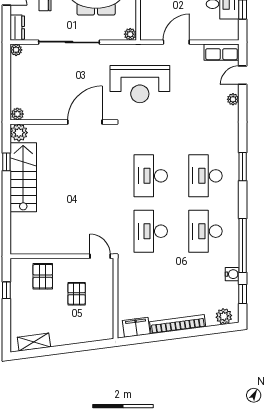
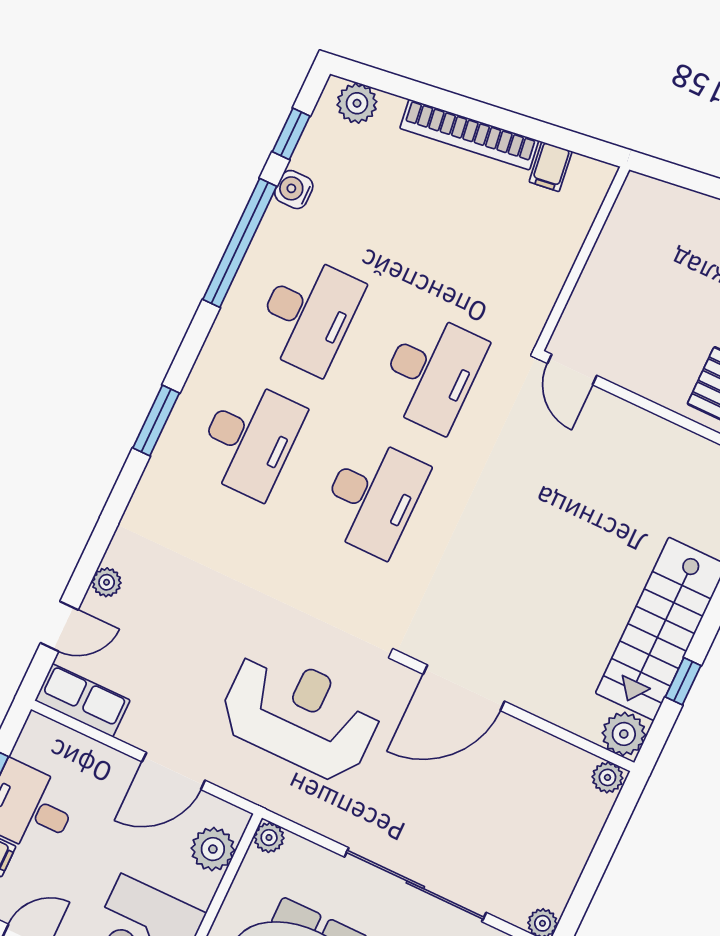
plant: (149, 20) -> (213, 849), added
pallet: (77, 294) -> (665, 310), removed
filing cabinet: (136, 327) -> (551, 167), width x0.50

